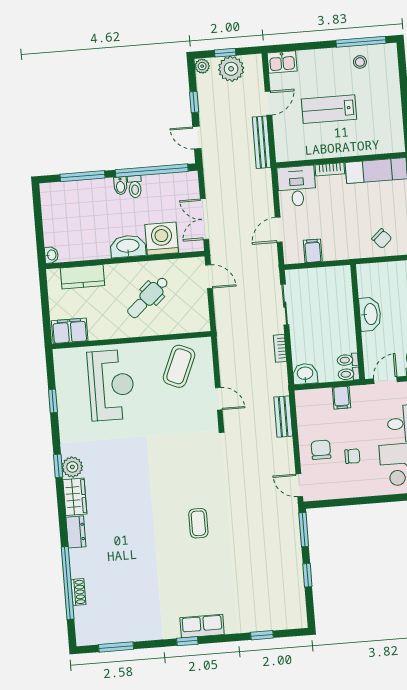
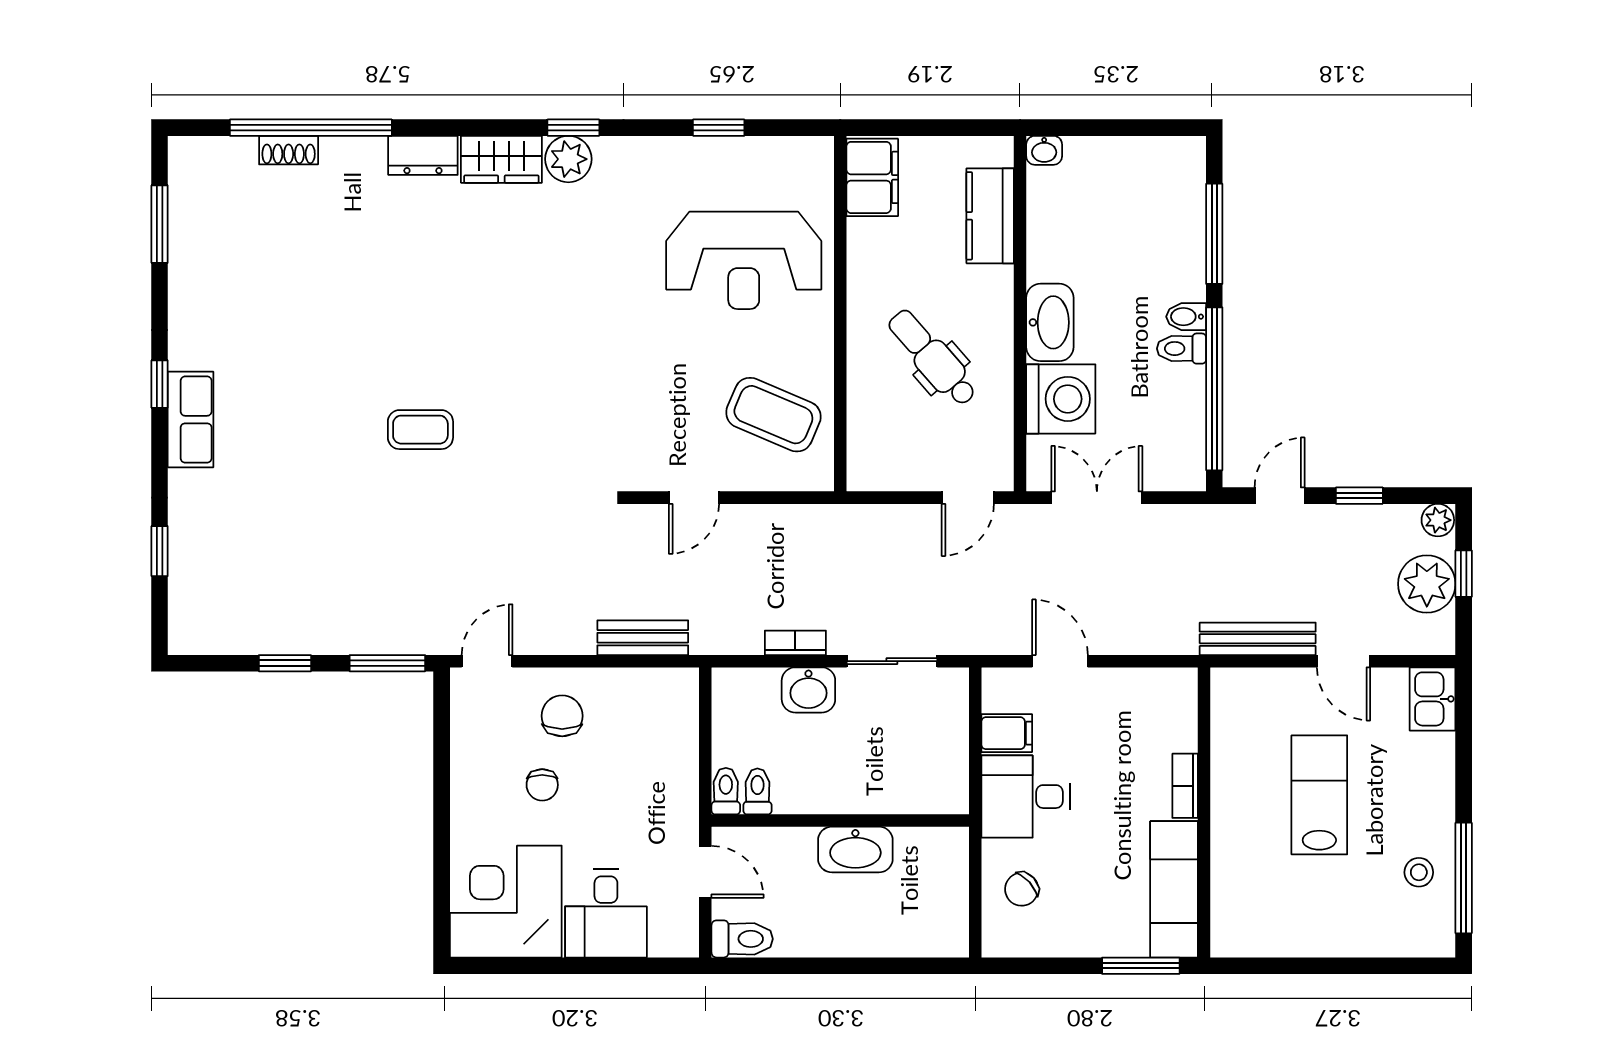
desk: (297, 186) -> (1026, 797), moved, turned 180
washbasin: (305, 374) -> (808, 690), moved, turned 90
filing cabinet: (341, 398) -> (675, 771), removed
chair: (321, 450) -> (562, 716), turned -90

